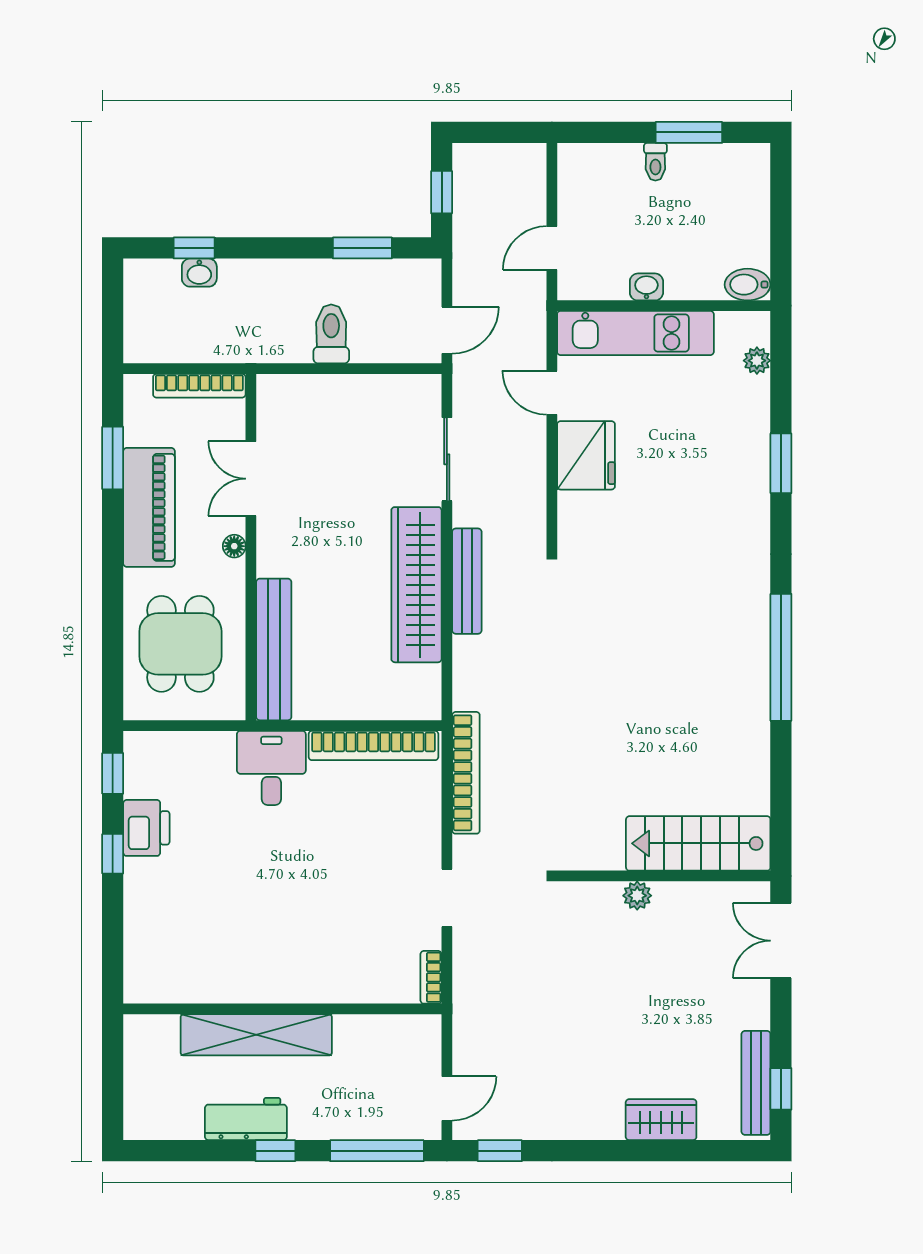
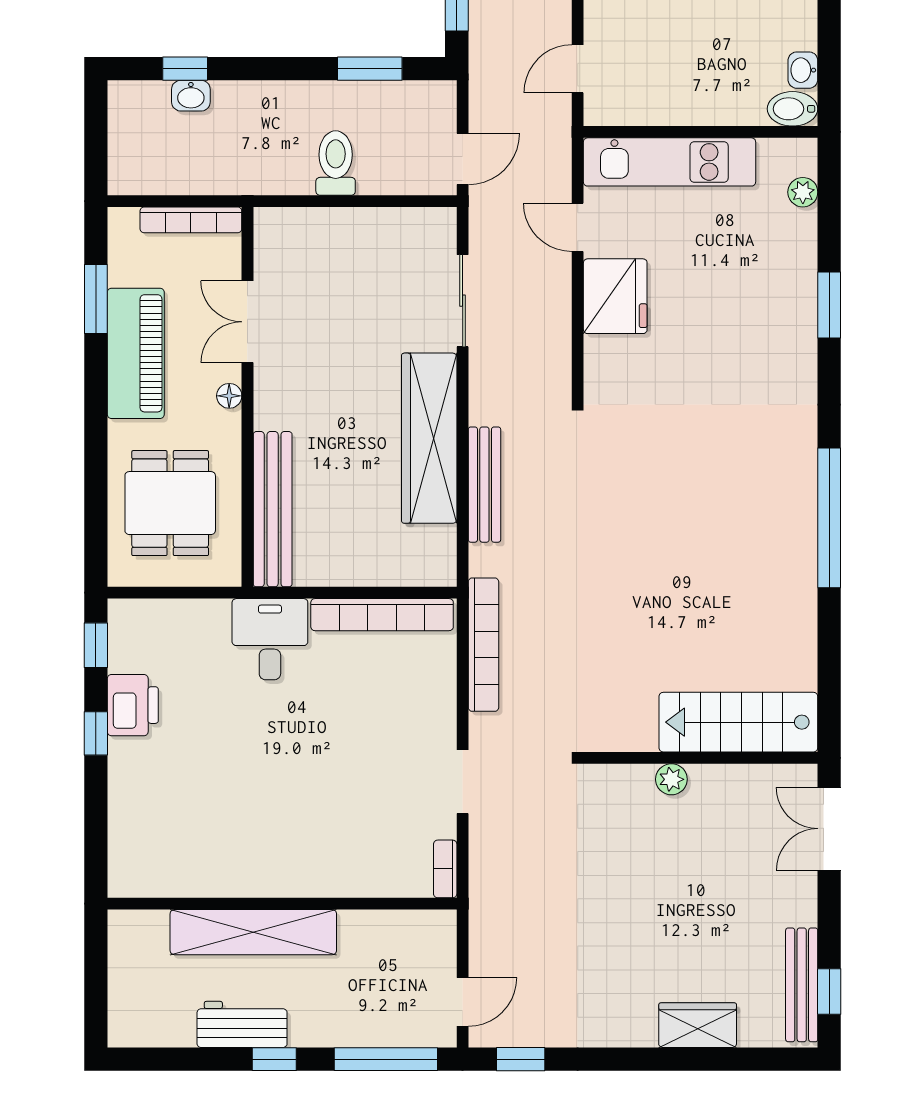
washbasin: (646, 287) -> (803, 70), moved, turned -90
bench: (467, 581) -> (484, 485), moved

